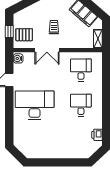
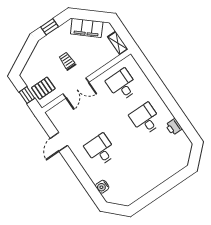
water cooler: (18, 58) -> (102, 187), moved
desk: (35, 105) -> (100, 150), width x0.53, depth x0.77
printer: (97, 135) -> (174, 127), moved

